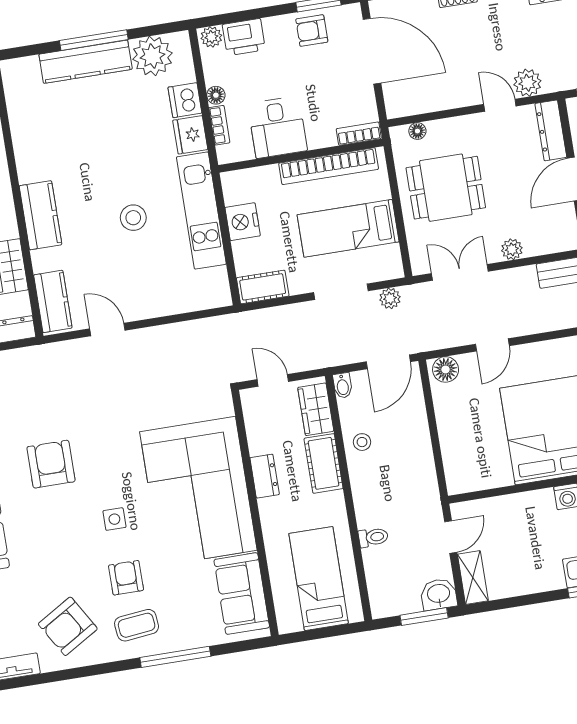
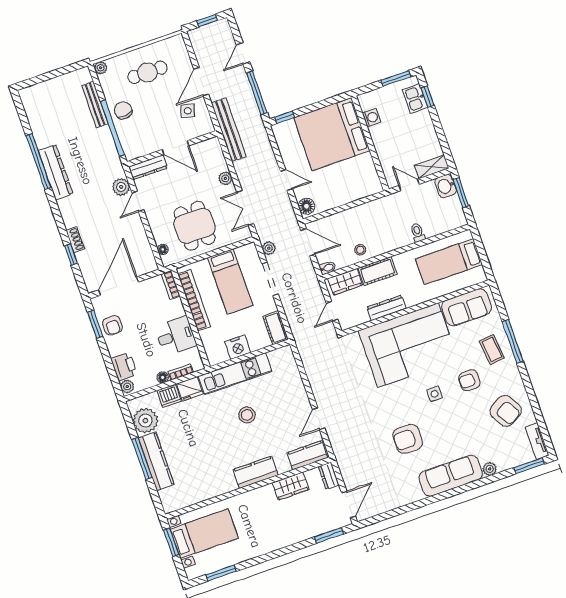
dresser: (265, 476) -> (386, 308), width x1.44
coffee table: (137, 625) -> (492, 350), moved

